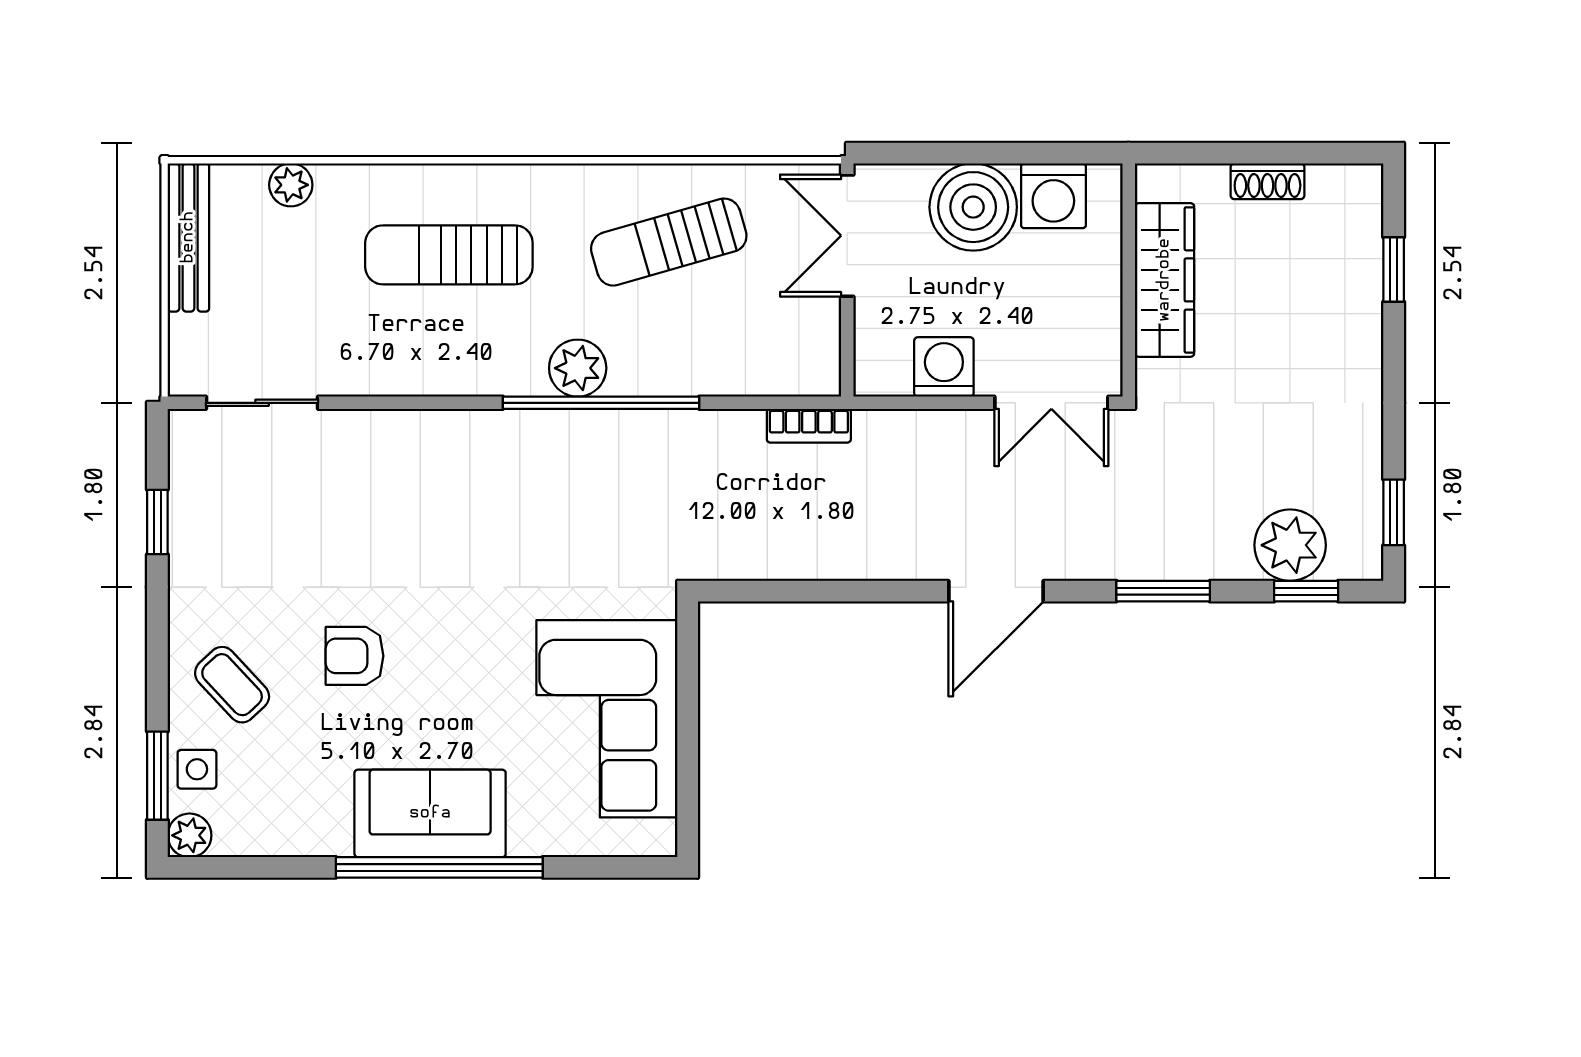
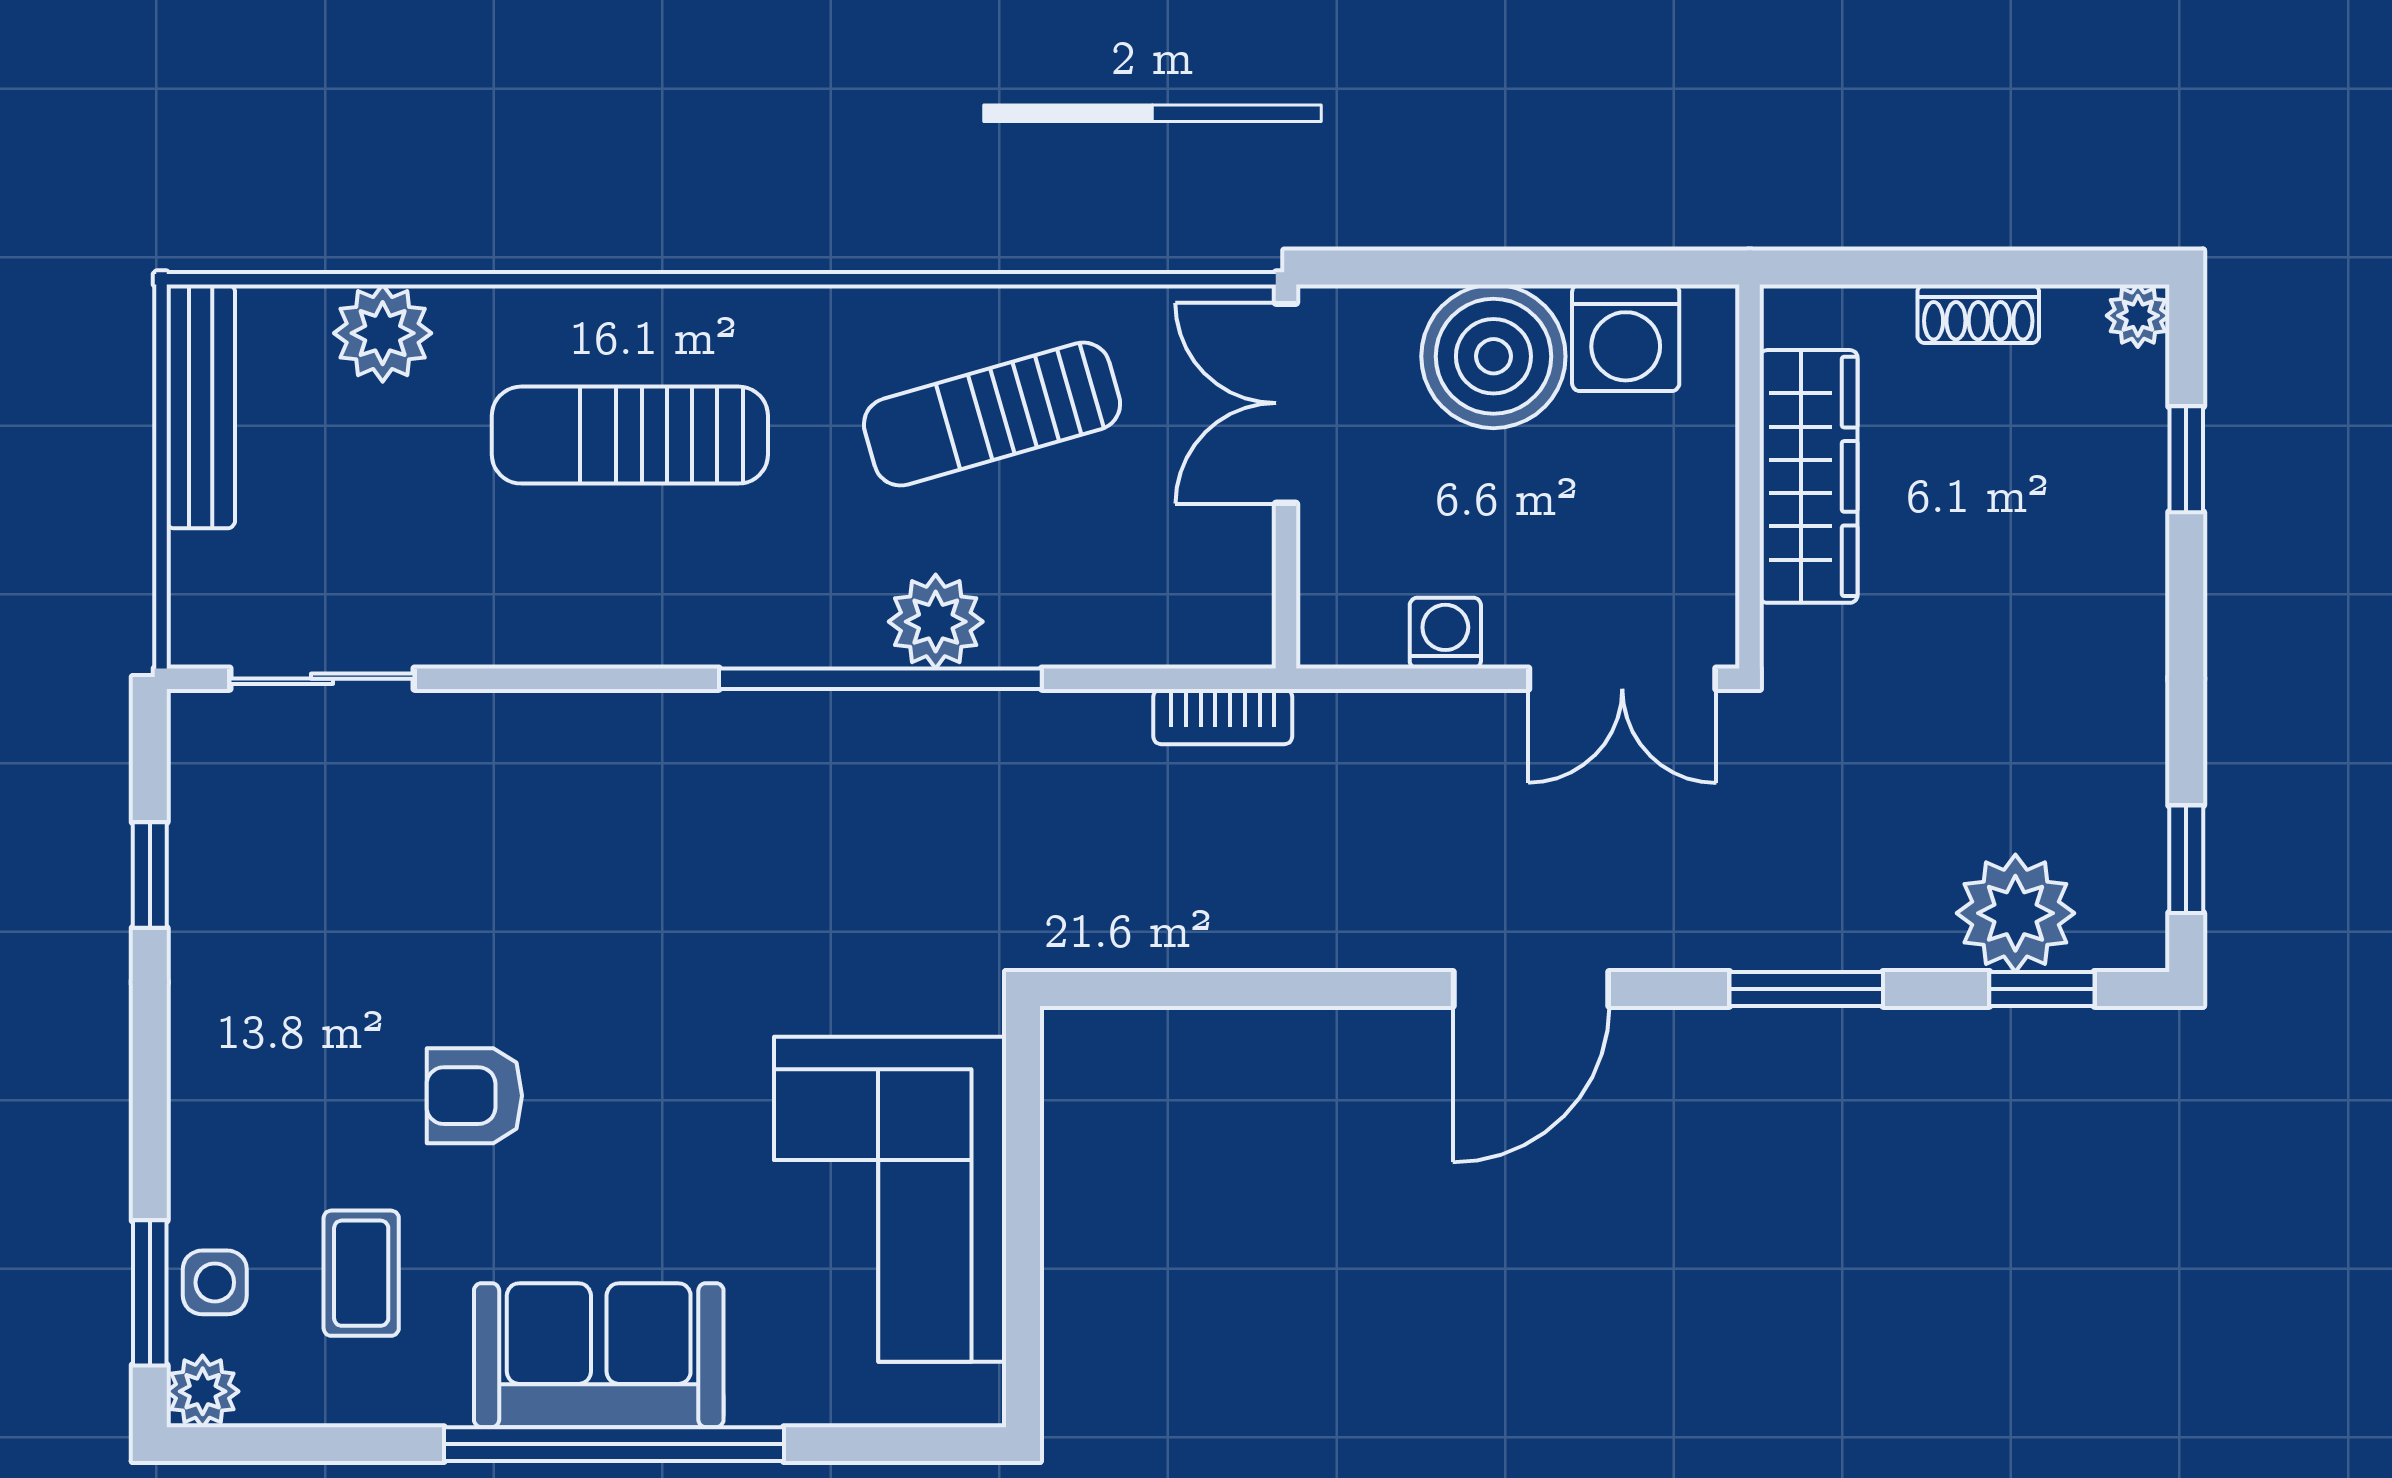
plant: (1364, 182) -> (2138, 316), added
plant: (291, 185) -> (383, 333), width x1.38, depth x1.38
washing machine: (944, 367) -> (1445, 633), width x0.73, depth x0.73
plant: (578, 368) -> (936, 622), moved
coffee table: (232, 685) -> (361, 1273), moved, turned 43

